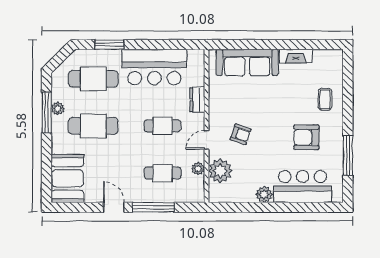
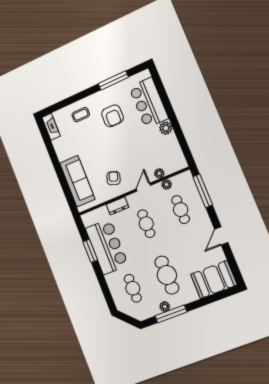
window: (110, 45) -> (90, 251), moved
fireplace: (296, 56) -> (51, 127), moved
cafe table: (93, 79) -> (133, 288), width x0.73, depth x0.74
armchair: (240, 134) -> (114, 178), moved
door: (206, 140) -> (143, 187), swing flipped
plant: (220, 171) -> (159, 173), width x0.53, depth x0.53
window: (153, 207) -> (203, 191), moved

